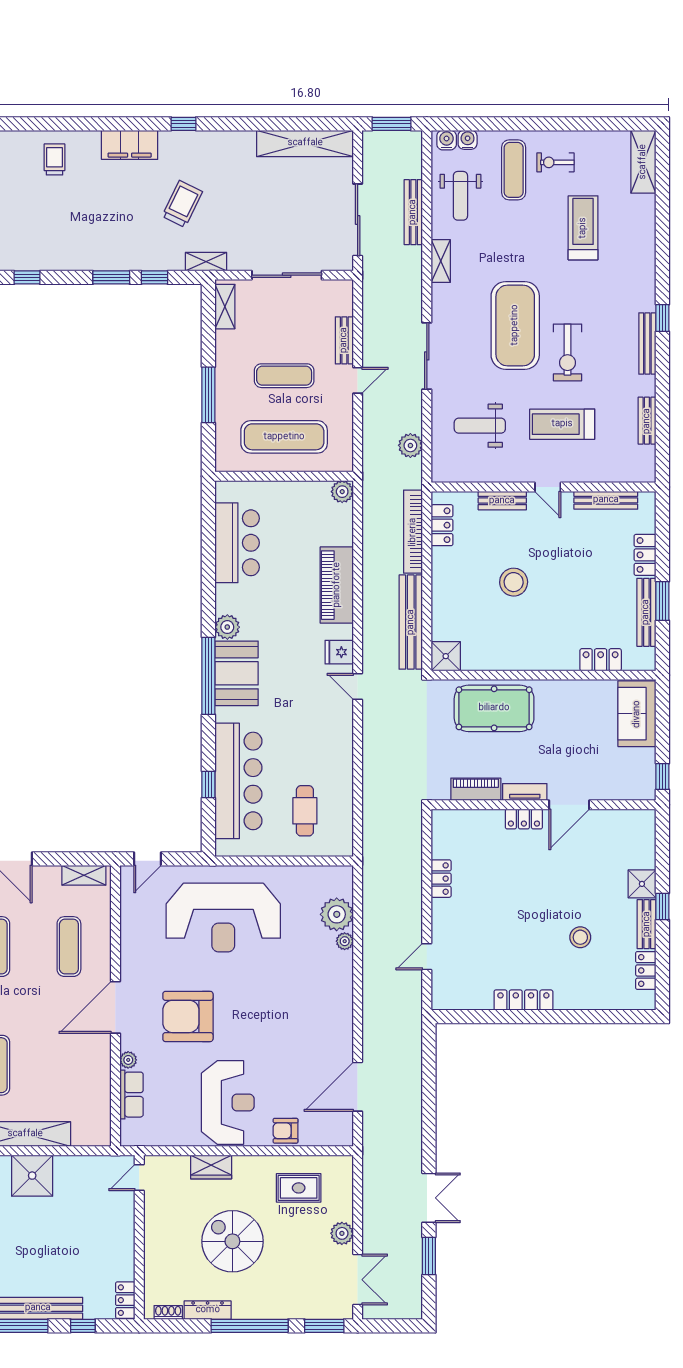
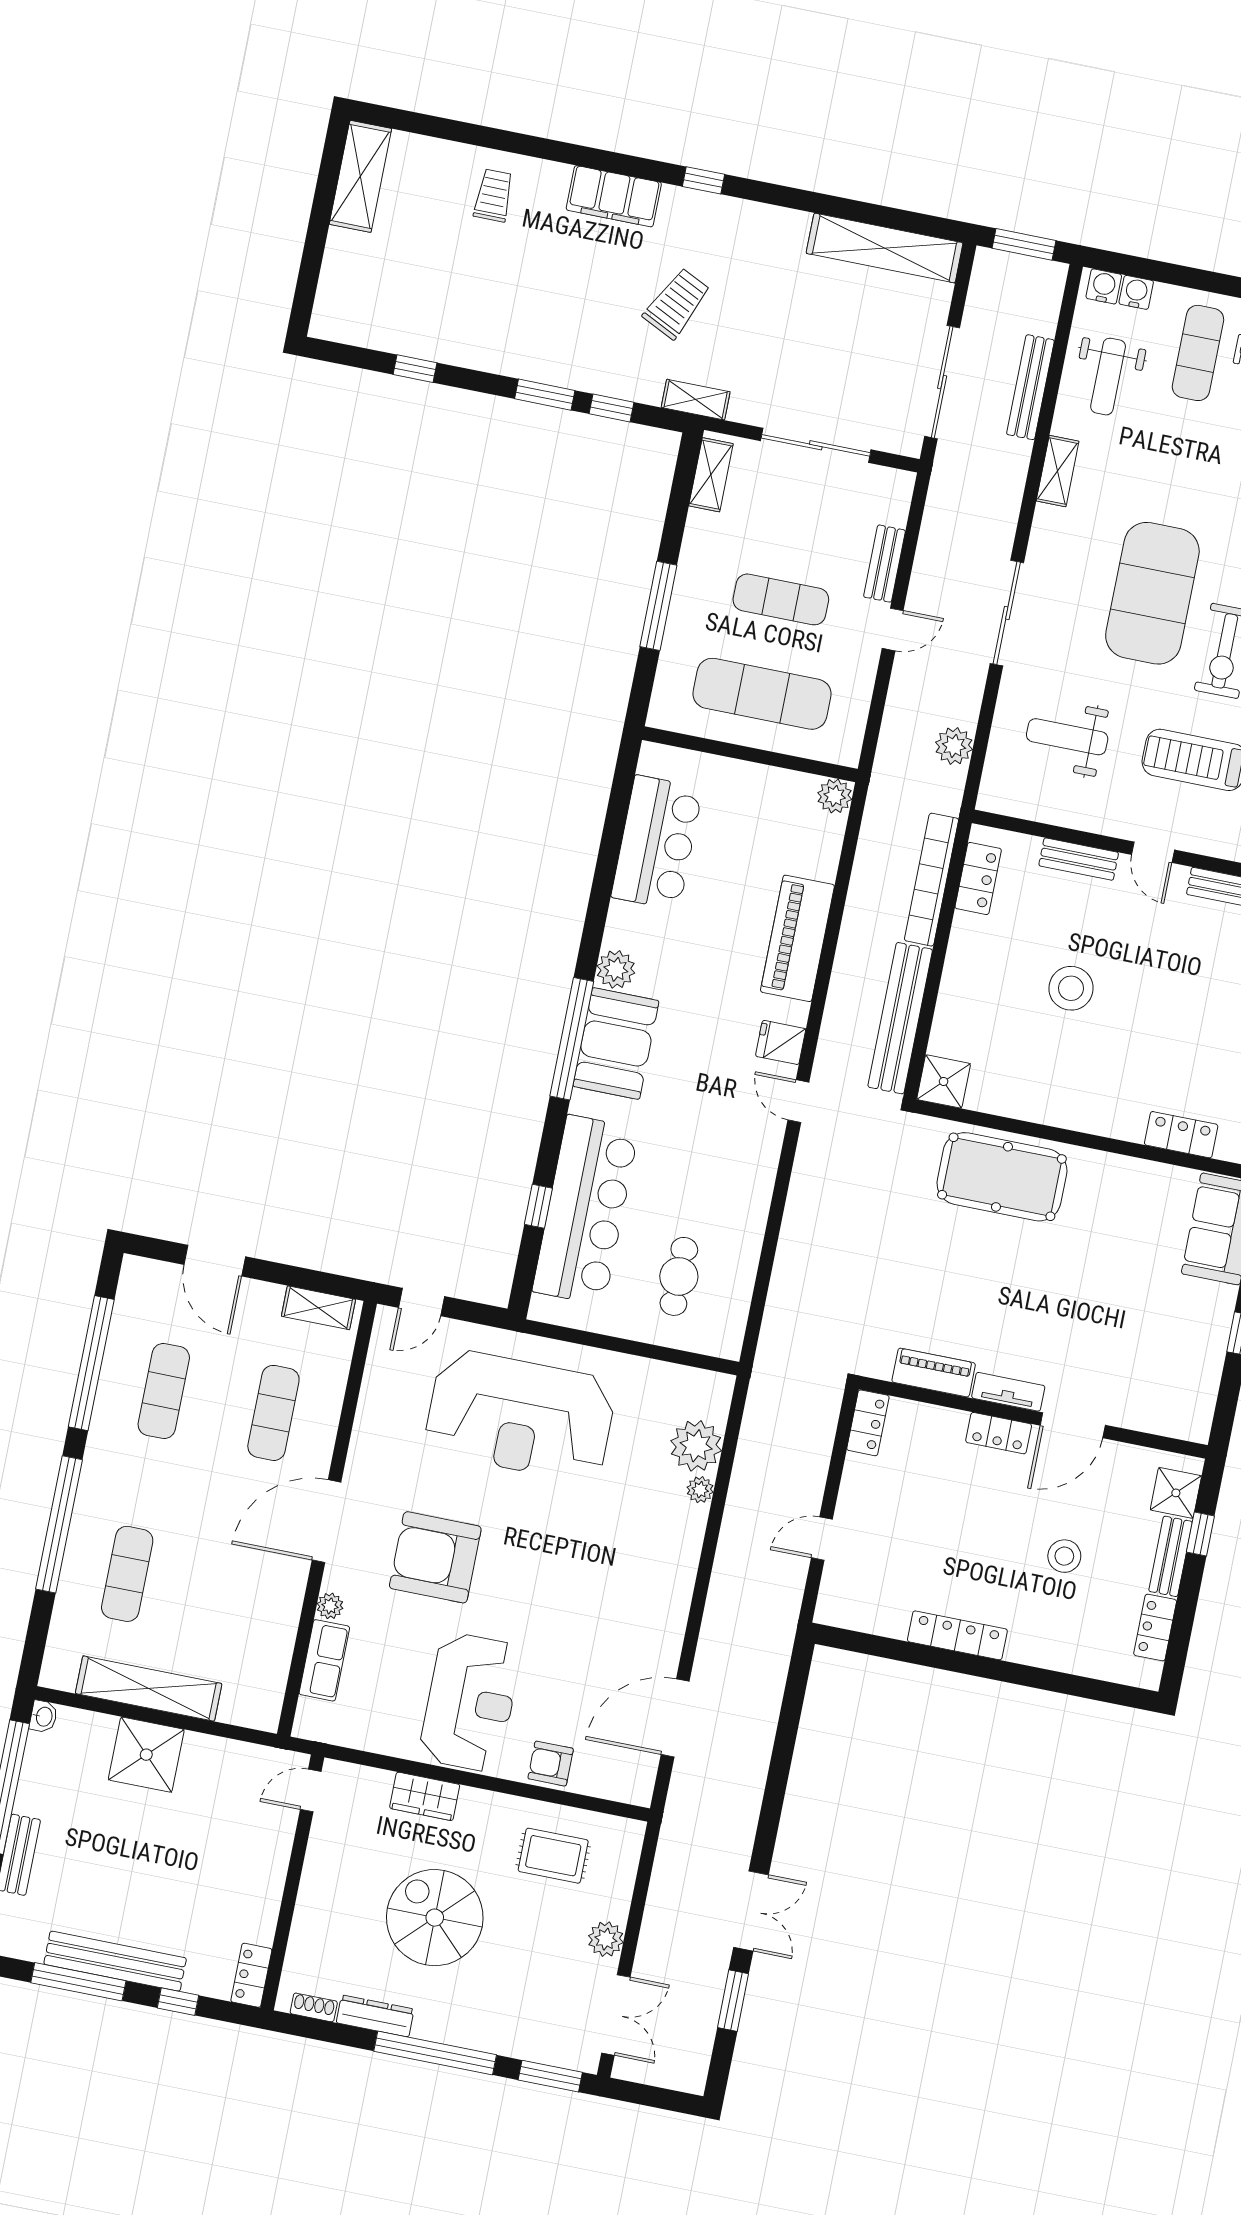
piano: (476, 789) -> (934, 1373), moved
tv unit: (525, 792) -> (1008, 1392), moved
wall: (544, 805) -> (1033, 1417), moved
door: (569, 805) -> (1073, 1425), moved
locker: (524, 819) -> (999, 1433), moved

